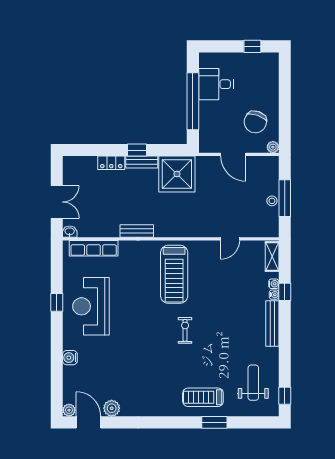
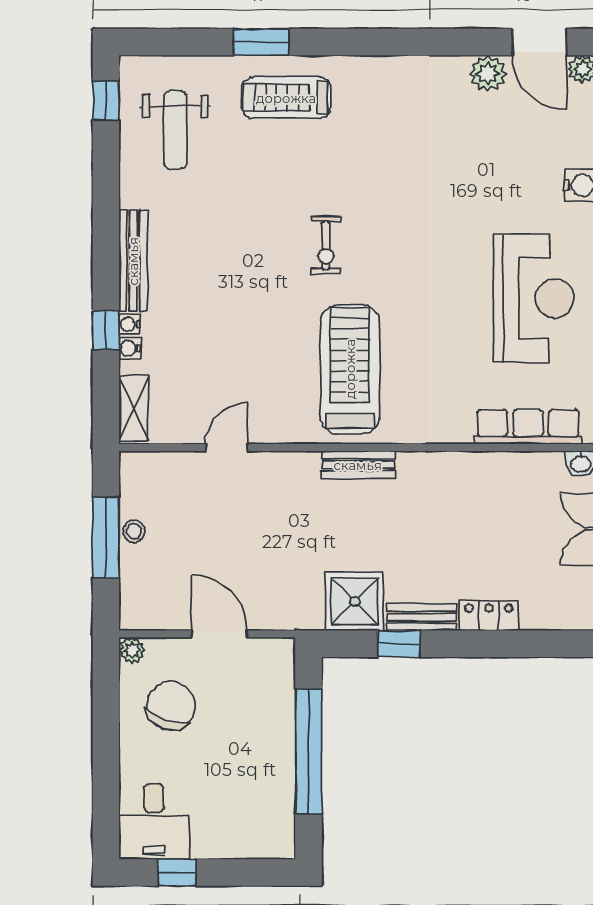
desk: (216, 84) -> (154, 822), moved, turned 90
window: (137, 150) -> (399, 644), moved
shower: (177, 174) -> (355, 601), width x0.73, depth x0.73
bench: (137, 231) -> (358, 465), moved
treadmill: (203, 397) -> (286, 98), turned 180

